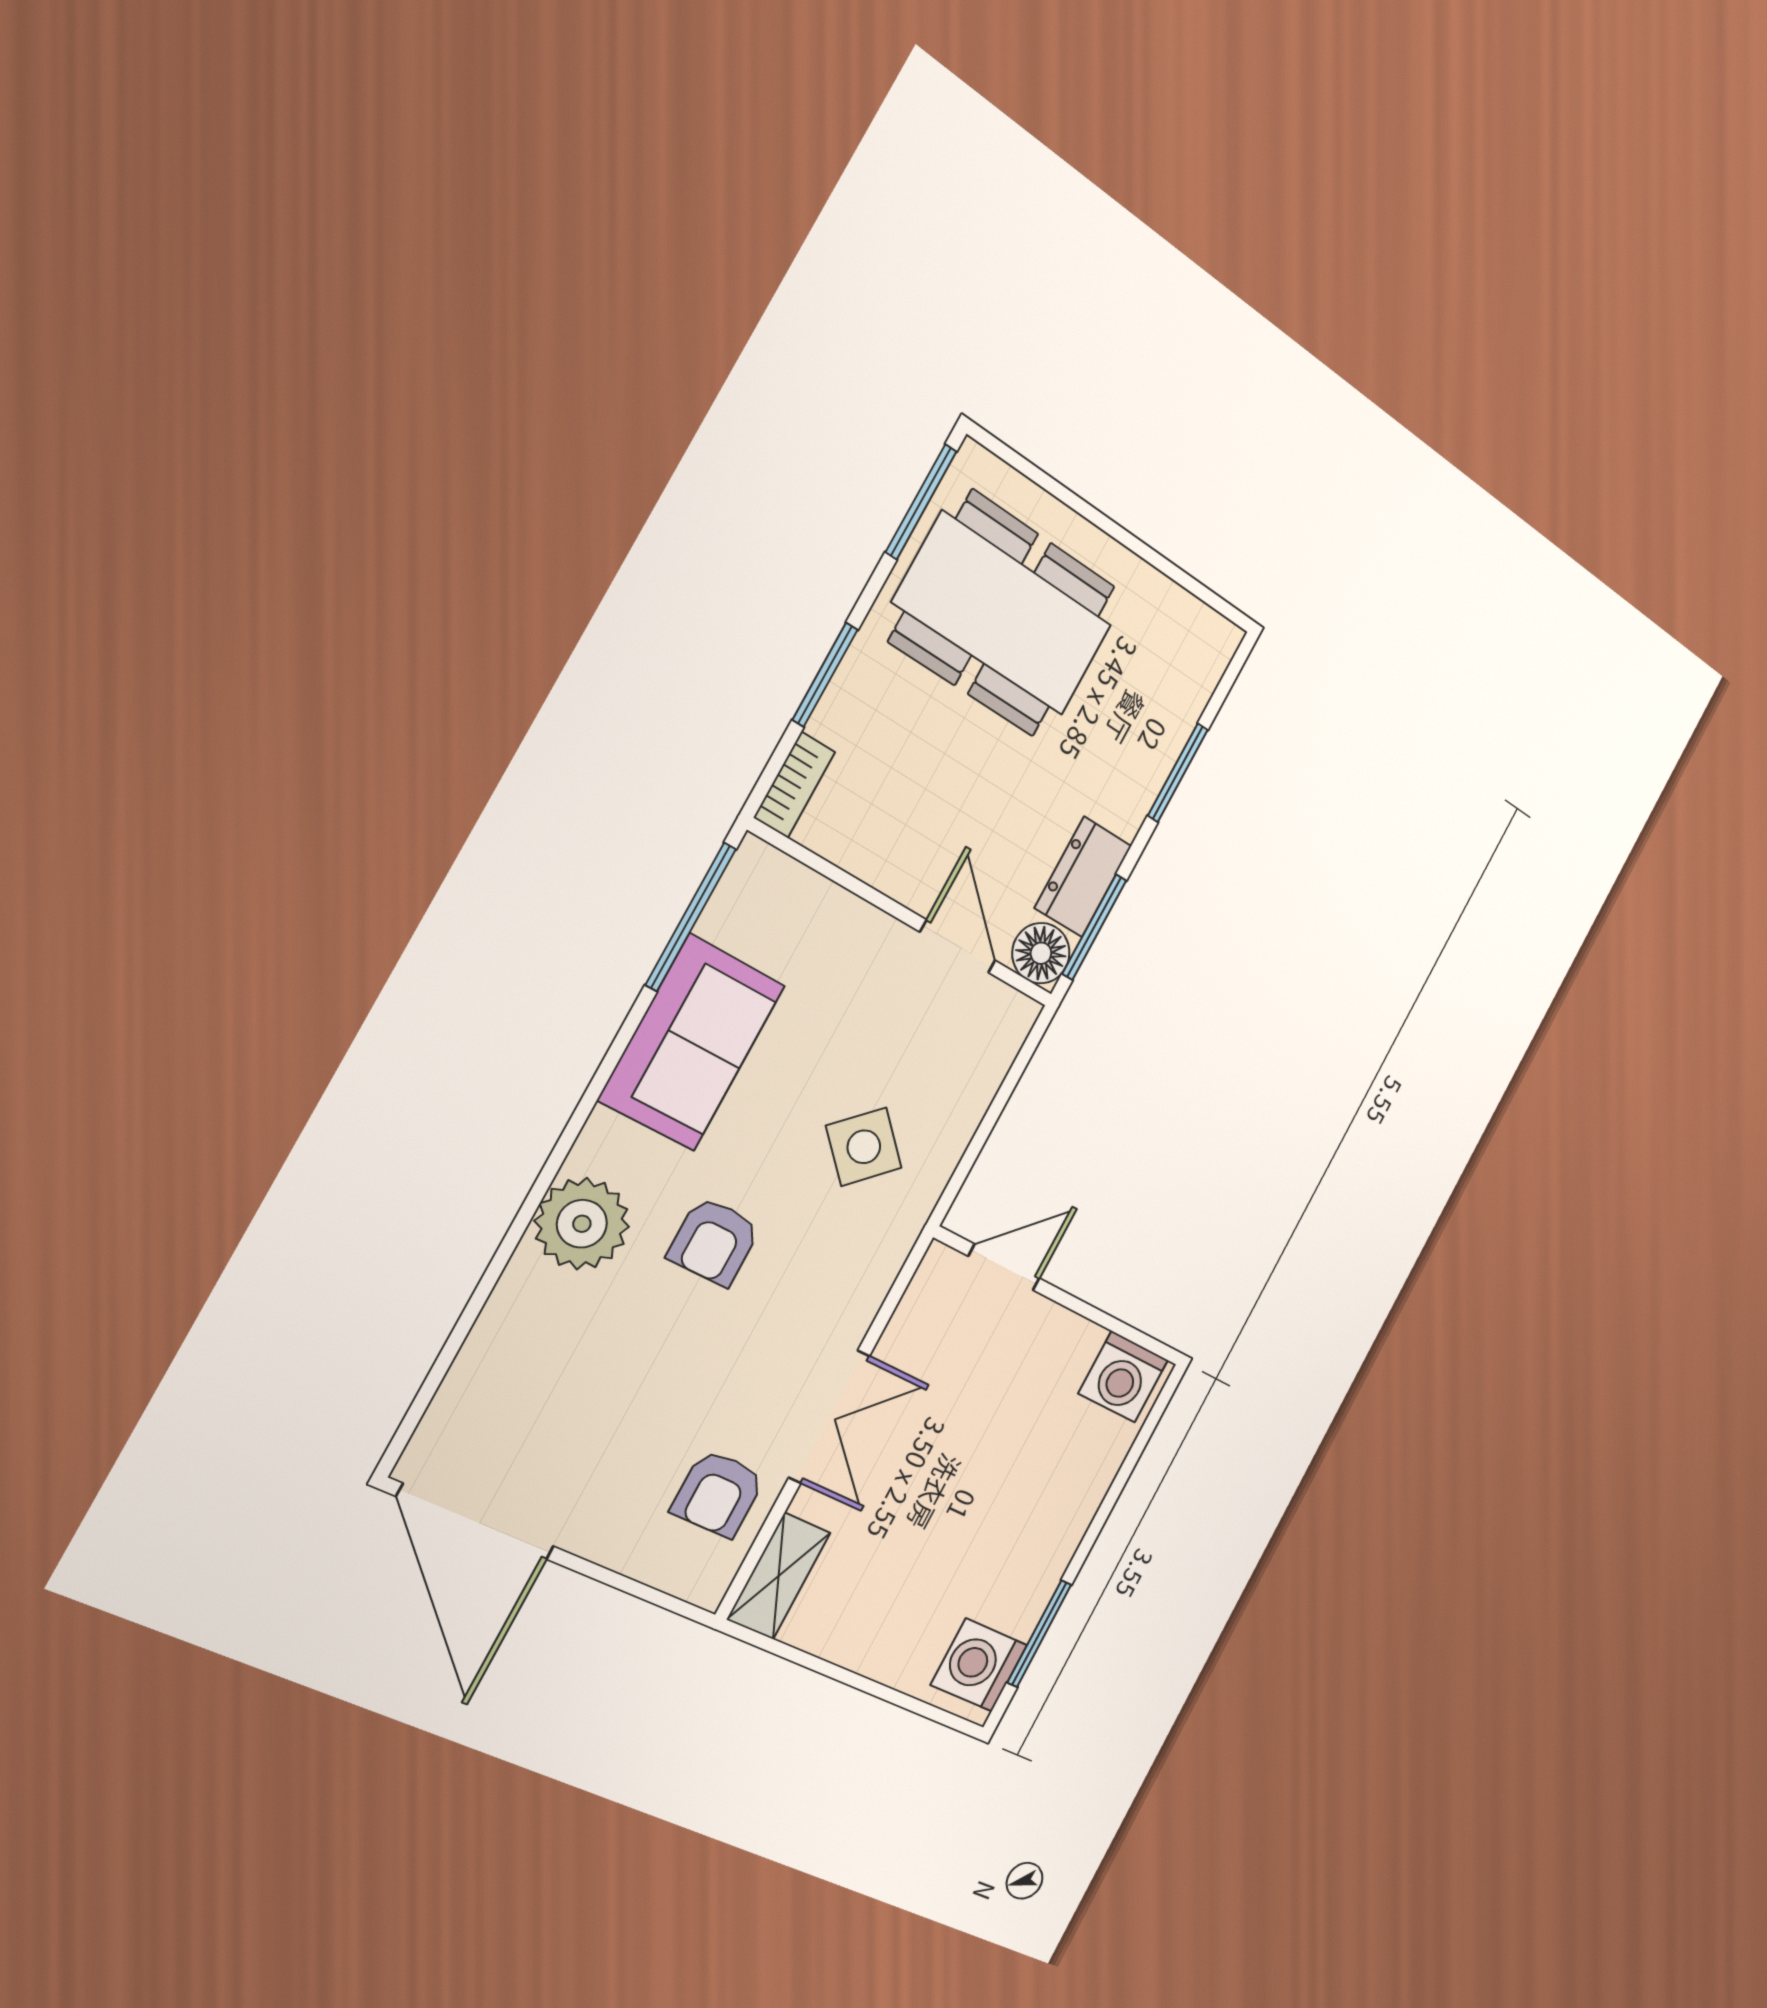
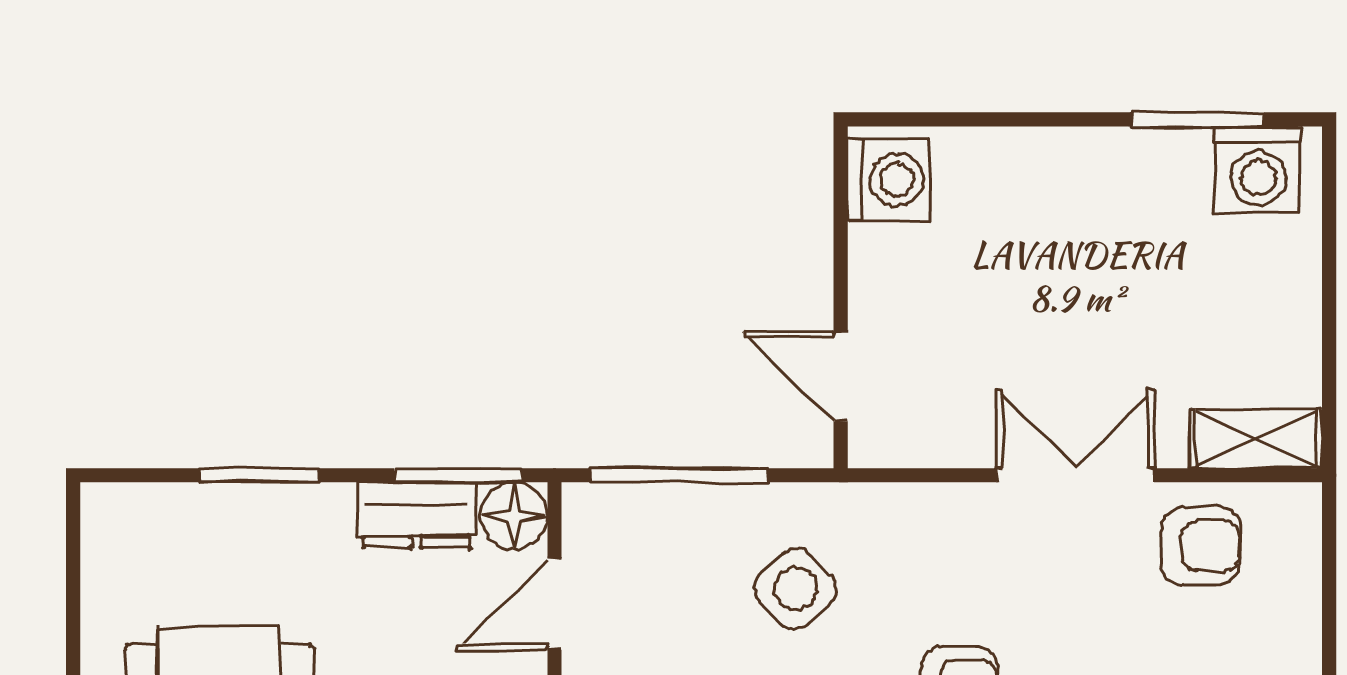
window: (1000, 1100) -> (678, 475), added

